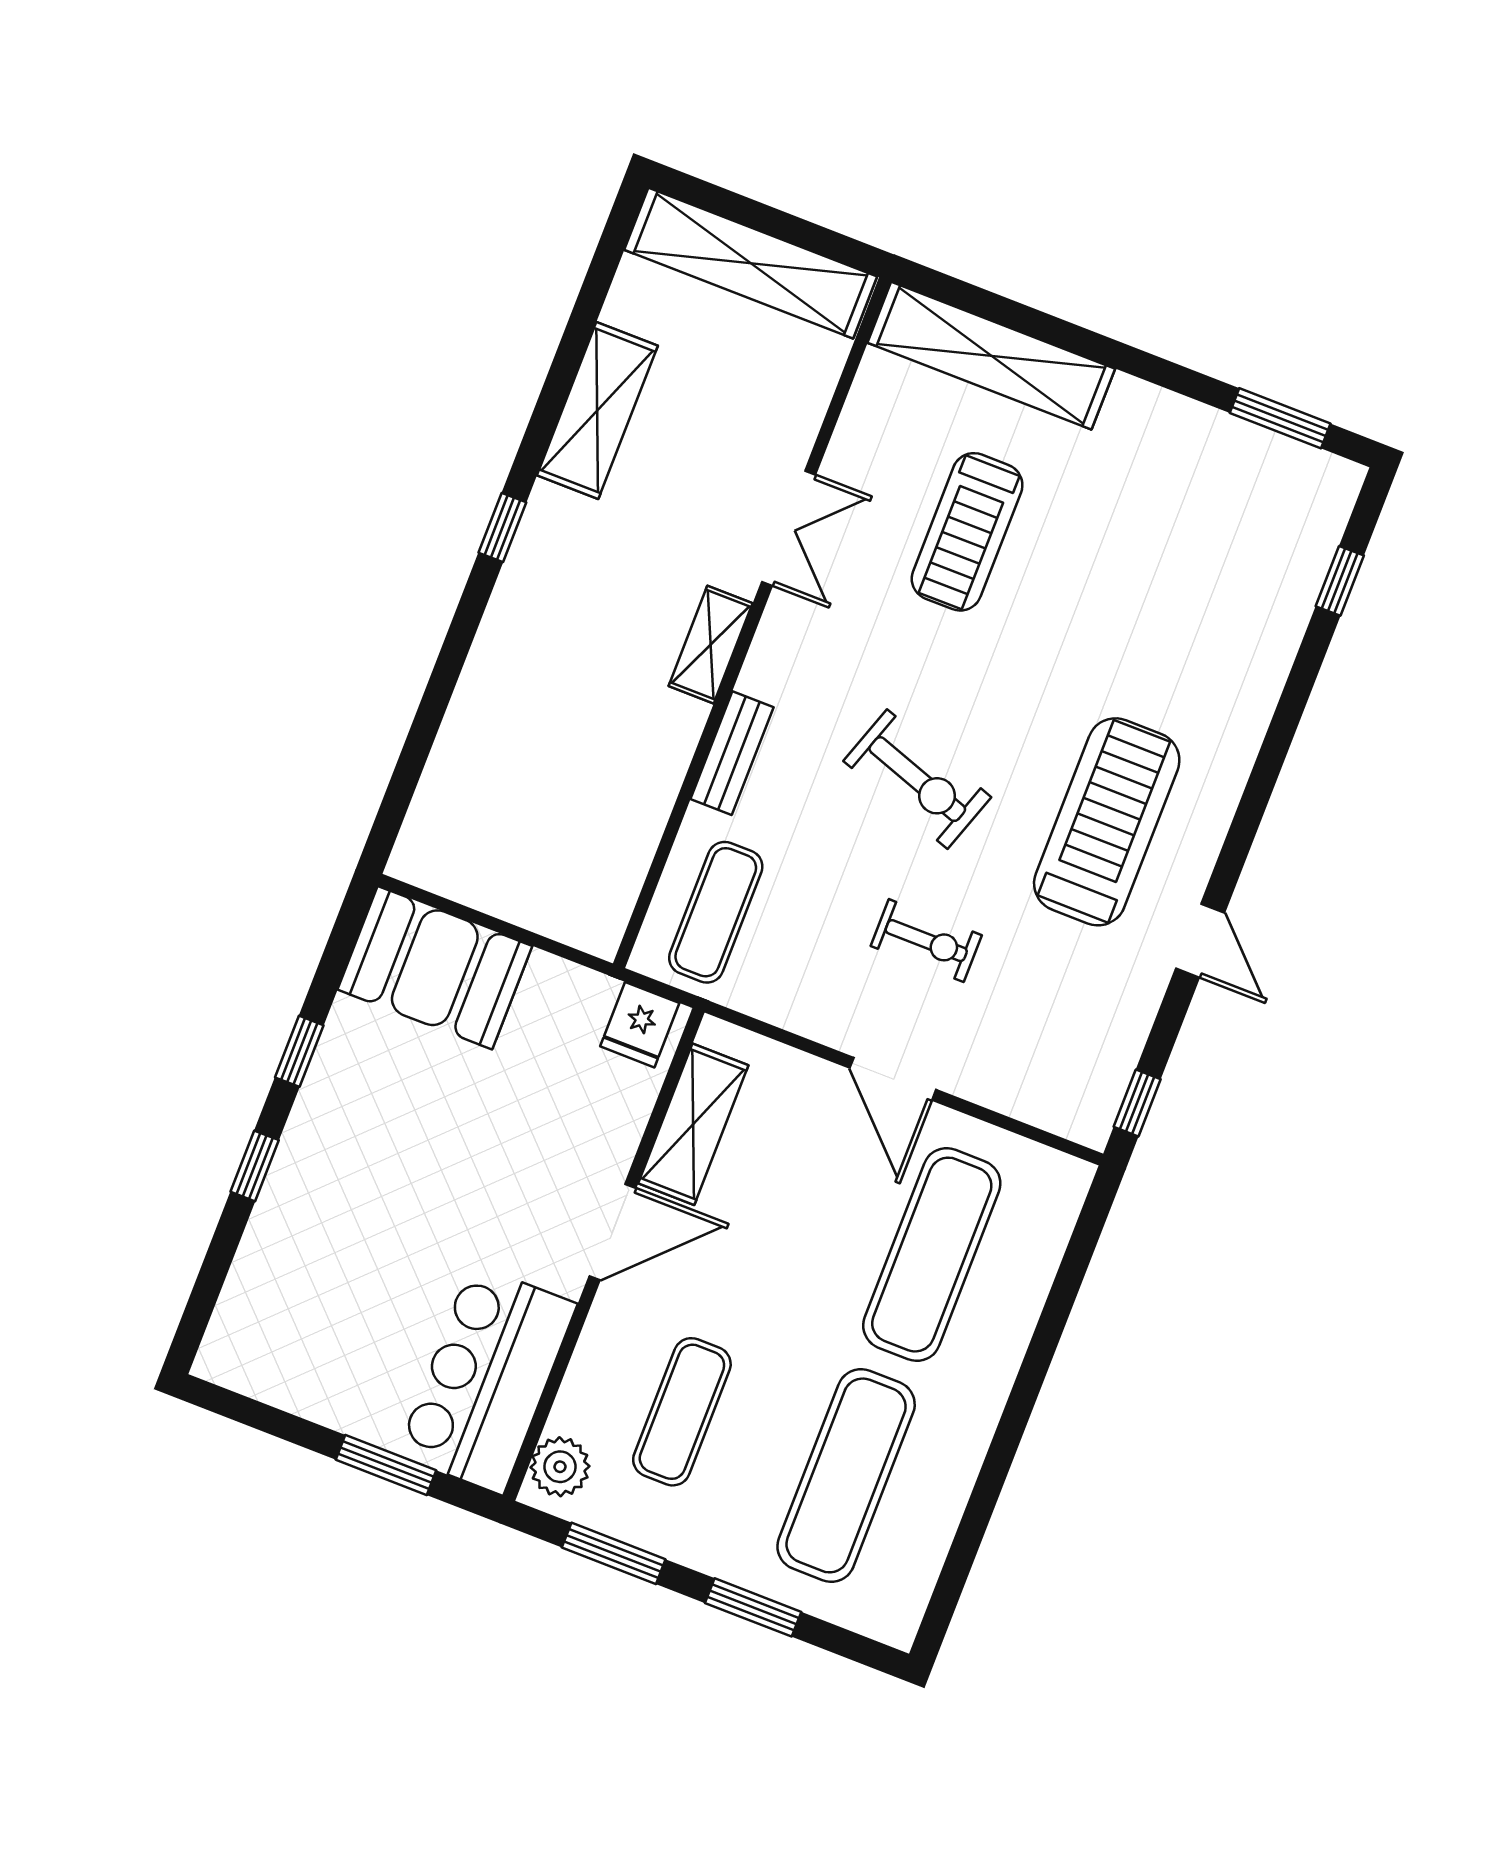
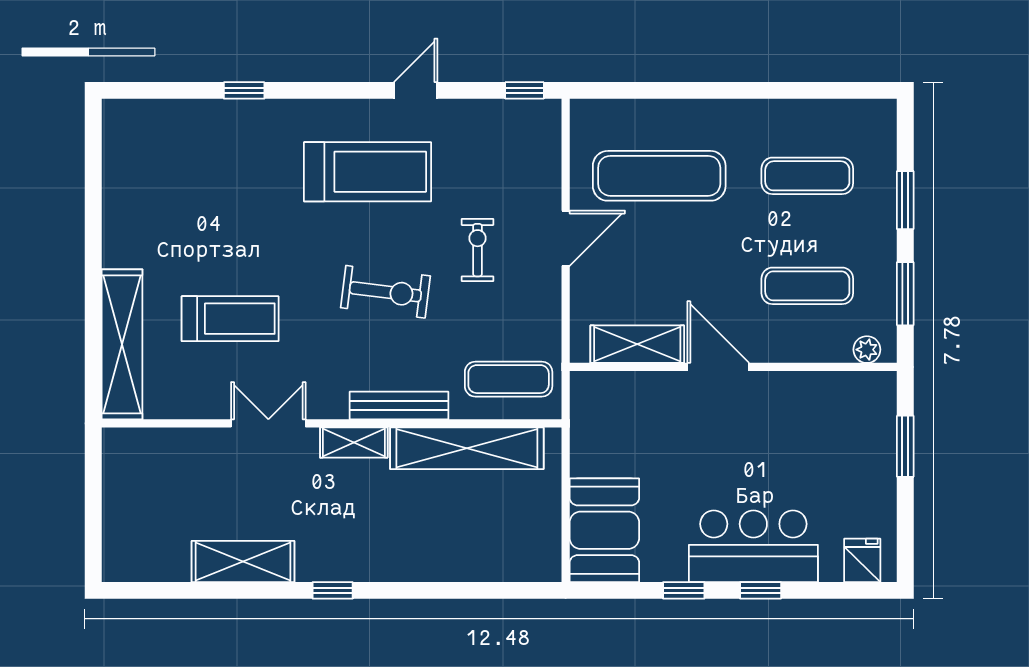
shelving: (751, 263) -> (467, 448), moved, turned 90
window: (1280, 418) -> (93, 162), removed
window: (1340, 581) -> (244, 90), moved
bench: (732, 753) -> (399, 406), width x1.36
exercise bike: (917, 779) -> (385, 292), turned 78
treadmill: (1107, 822) -> (368, 172), turned 180
fridge: (640, 1025) -> (862, 560), moved, turned -90
bar counter: (487, 1379) -> (753, 546), moved, turned 180
plant: (560, 1467) -> (867, 350), width x0.73, depth x0.73
exercise mat: (846, 1475) -> (807, 176), width x0.73, depth x0.69

